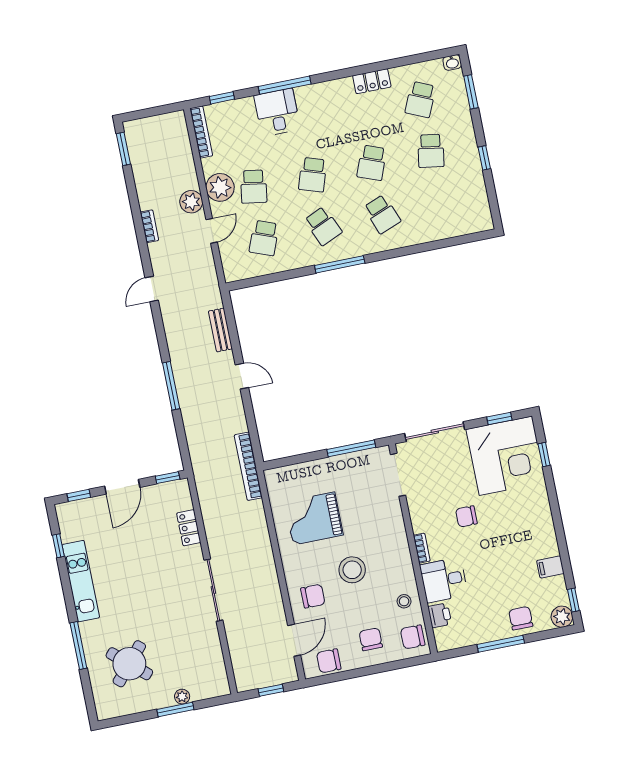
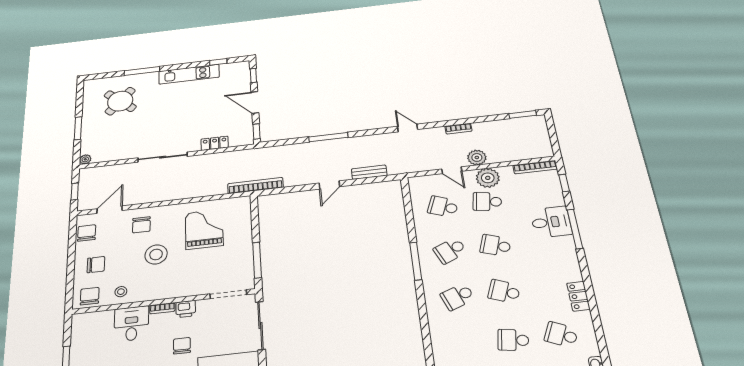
printer: (440, 615) -> (186, 309), moved
door: (294, 640) -> (110, 210), swing flipped
plant: (182, 697) -> (85, 159), moved

